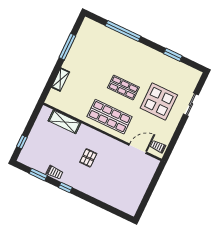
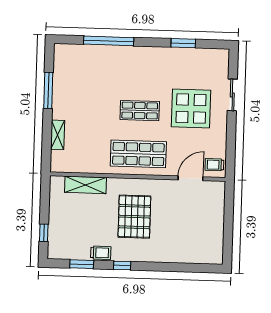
pallet: (88, 158) -> (134, 217), width x2.05, depth x2.00

